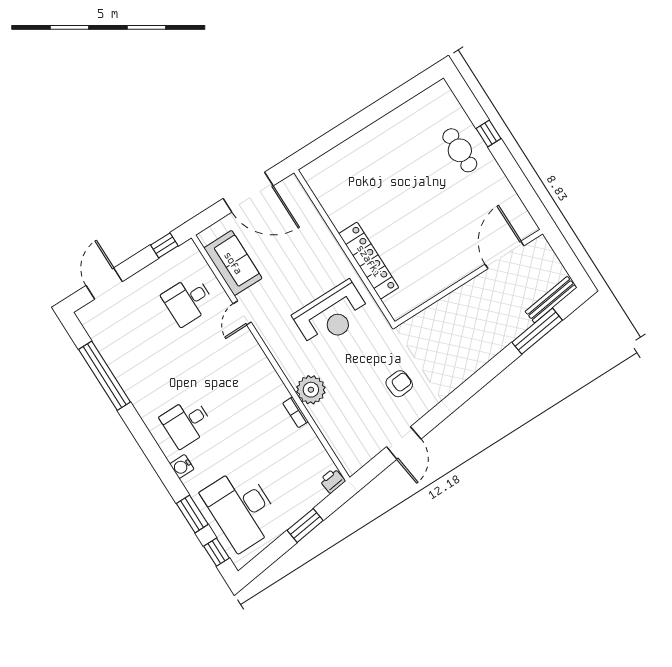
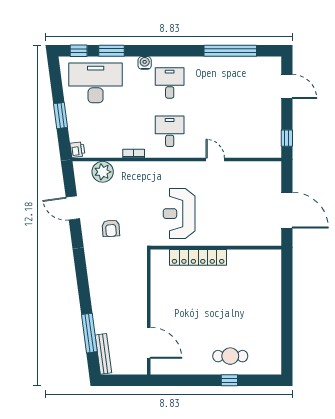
door: (248, 192) -> (287, 210), swing flipped
sofa: (233, 263) -> (249, 173), removed
desk: (188, 300) -> (170, 131), moved
plant: (311, 390) -> (103, 172), moved

